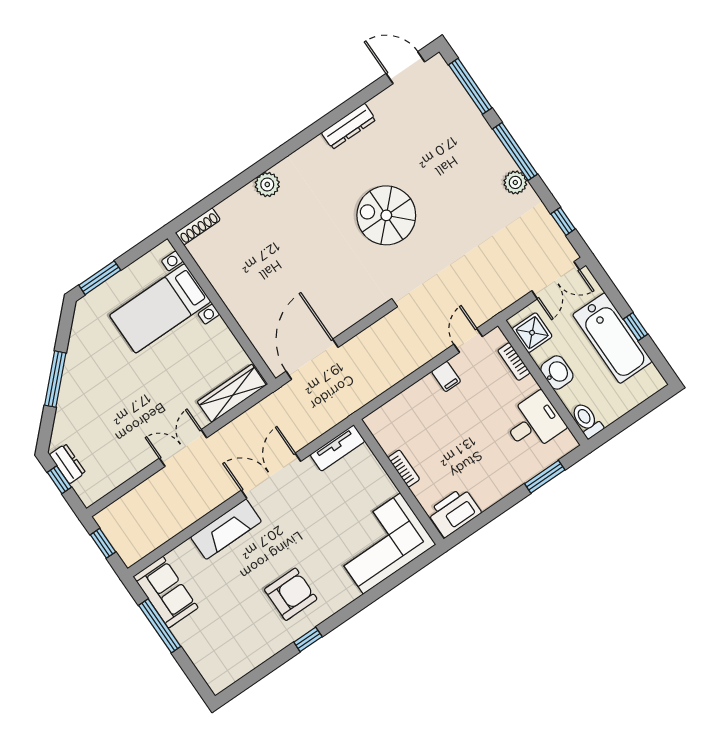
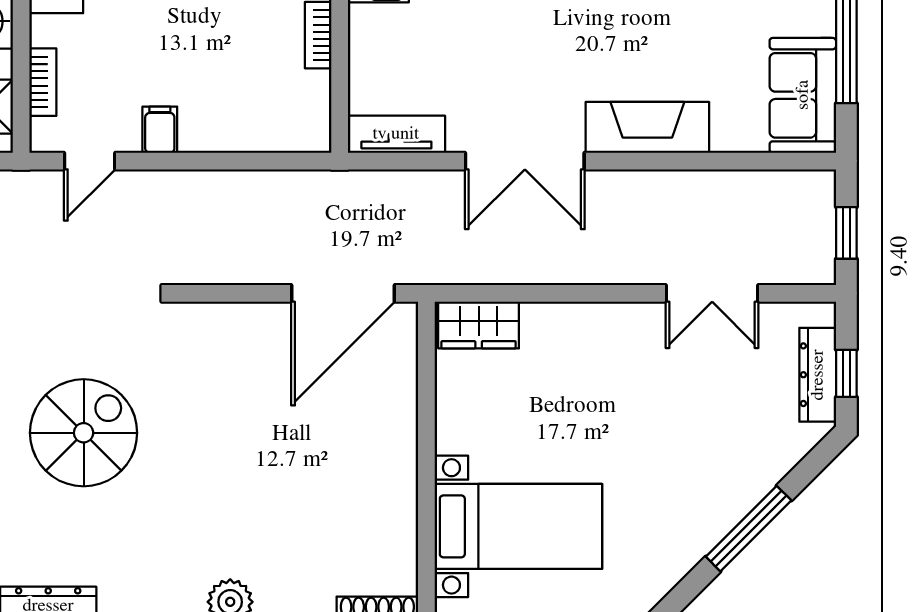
spiral stairs: (386, 215) -> (84, 433), turned -90
wardrobe: (232, 393) -> (479, 325), width x0.67
double door: (183, 448) -> (712, 293), moved
dresser: (67, 464) -> (818, 375), width x1.44

